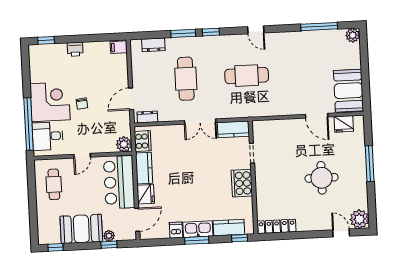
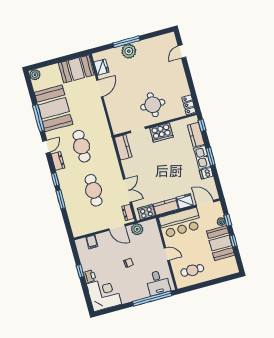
window: (319, 27) -> (39, 118), moved
window: (46, 40) -> (80, 271), moved
dresser: (153, 45) -> (58, 161), moved
filing cabinet: (119, 47) -> (92, 242), moved
booth: (304, 50) -> (53, 108), added
cafe table: (186, 79) -> (94, 190), turned 90
corner desk: (50, 102) -> (104, 294), moved, turned 90
double door: (200, 122) -> (128, 191), moved
plant: (124, 144) -> (137, 229), moved
round table: (322, 178) -> (153, 105), moved
plant: (359, 219) -> (129, 51), moved
locker: (277, 226) -> (189, 105), width x0.66
window: (55, 247) -> (233, 241), moved

